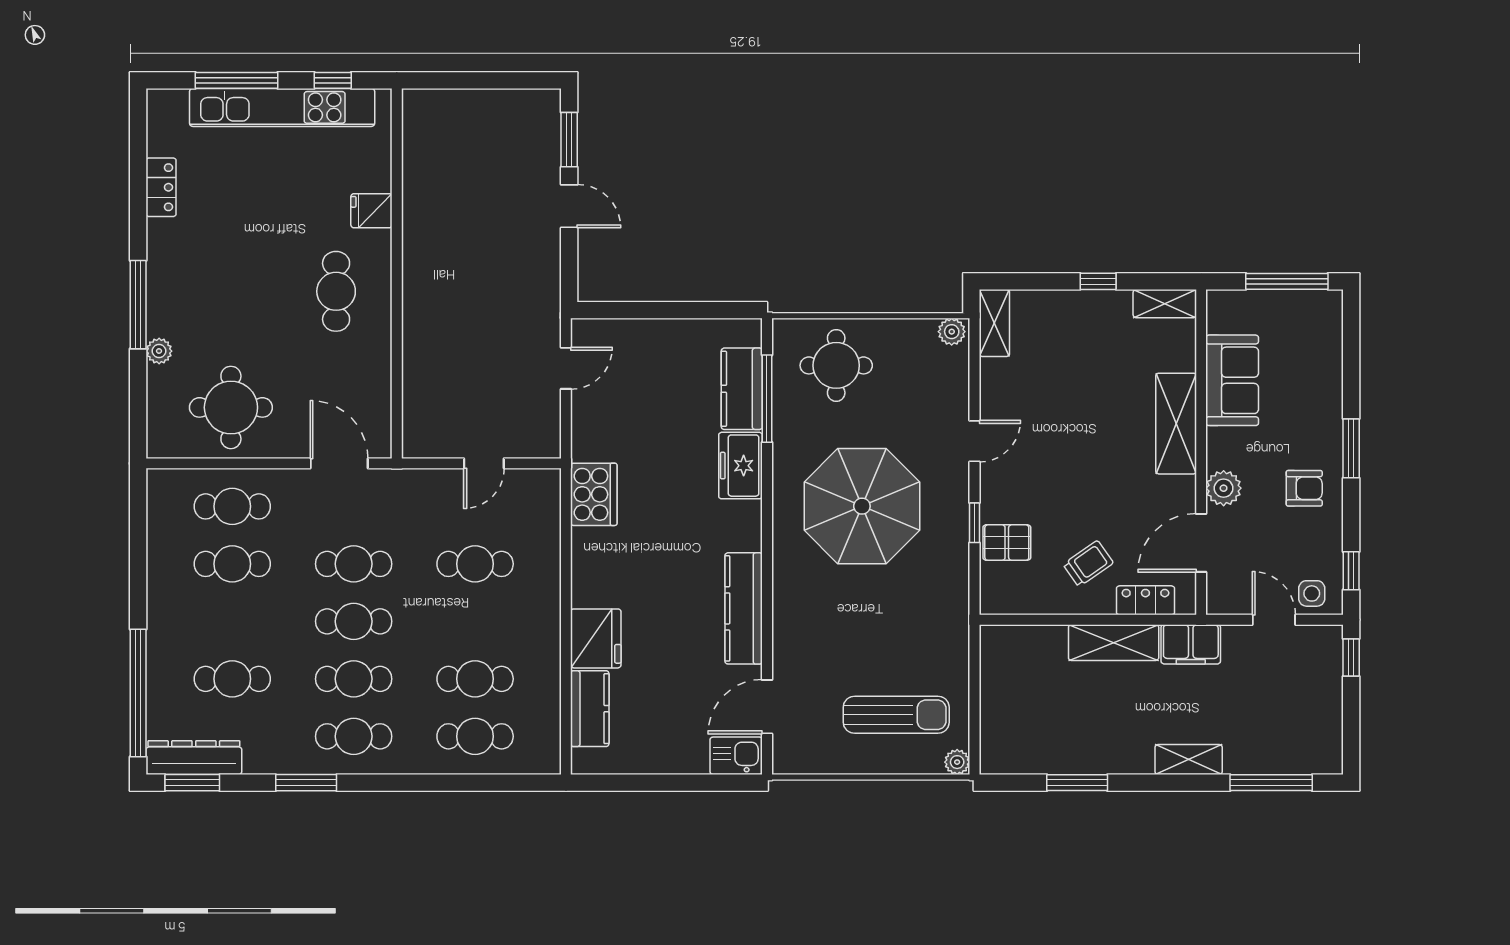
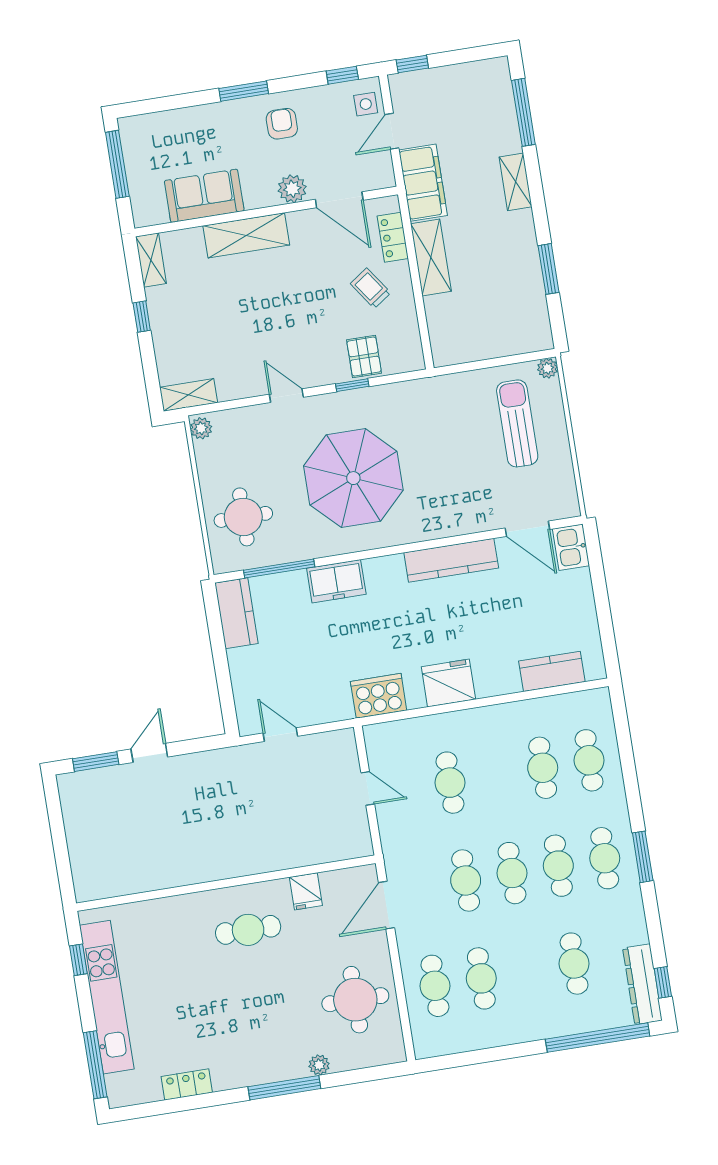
window: (236, 80) -> (95, 1065), moved
fridge: (371, 211) -> (306, 891), moved
kitchen counter: (742, 389) -> (236, 613), moved, turned -90
fridge: (596, 638) -> (448, 683), moved
filing cabinet: (1191, 644) -> (423, 183), width x1.50, depth x1.17
window: (192, 783) -> (663, 982), width x0.67
window: (306, 783) -> (643, 857), moved

